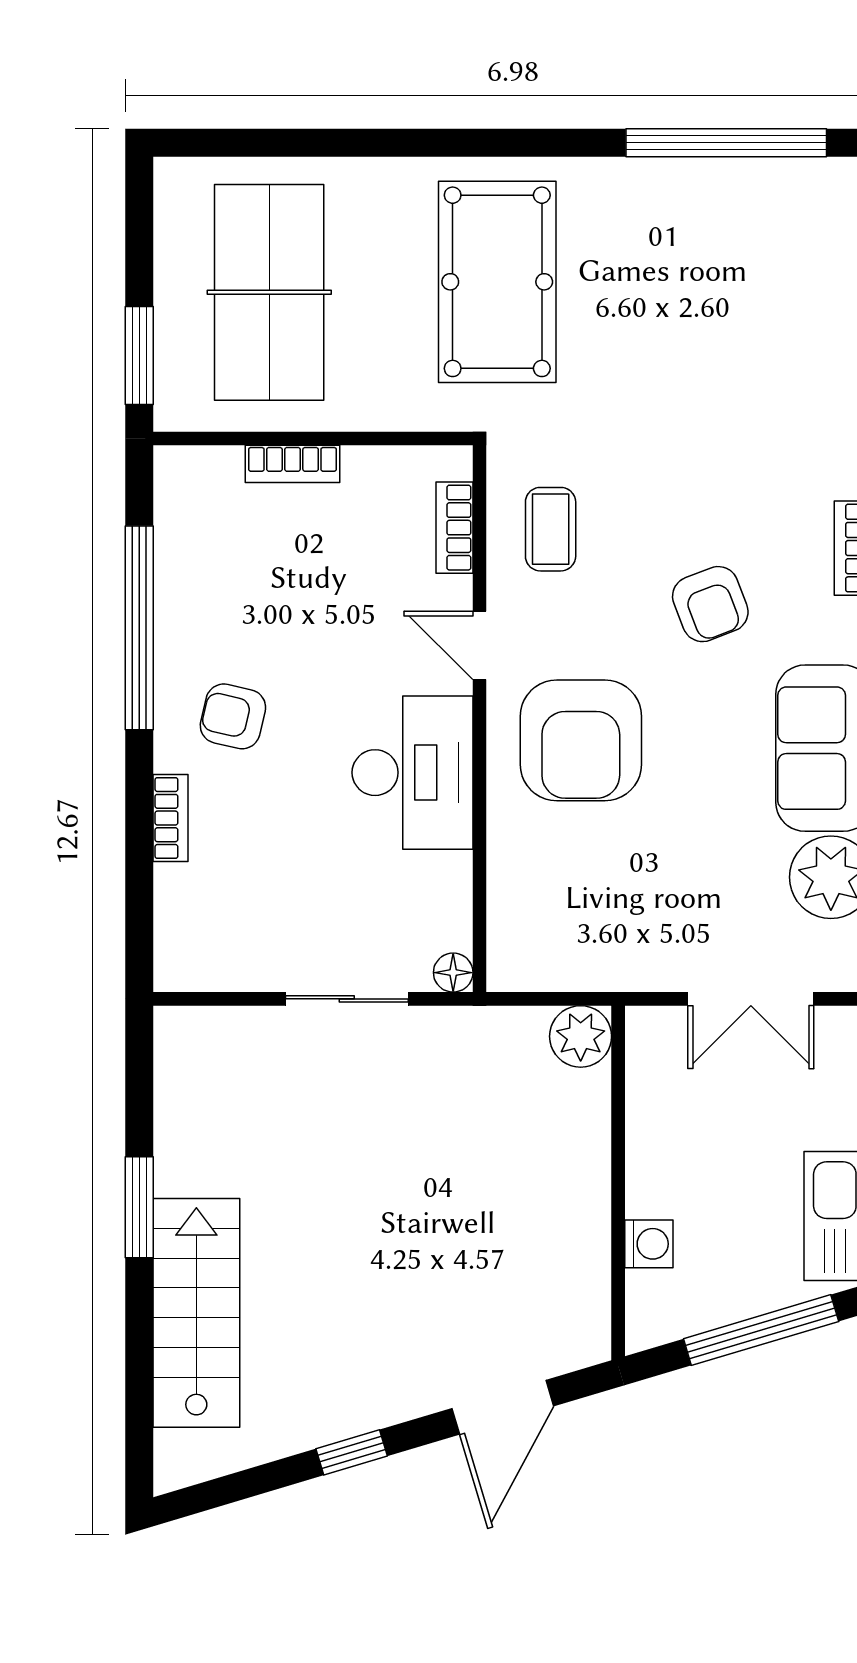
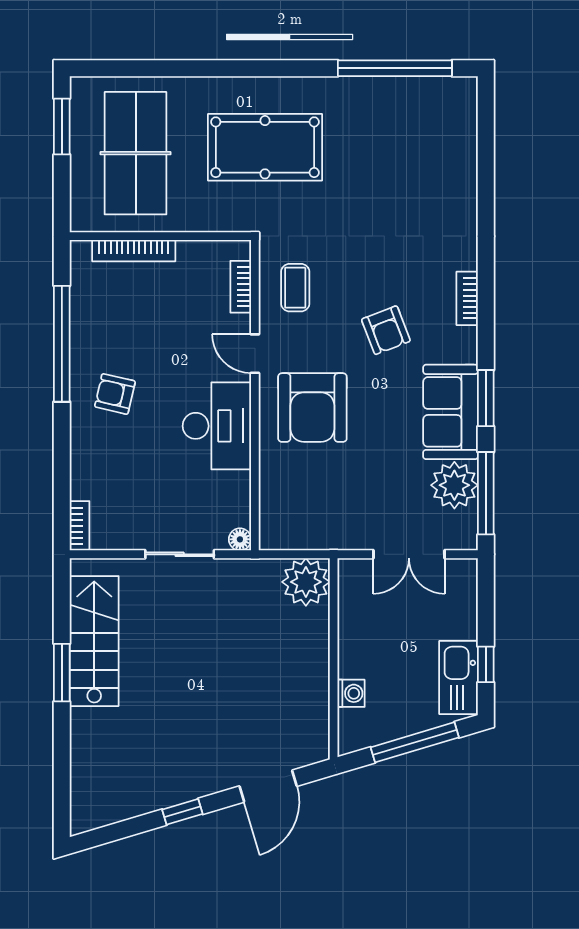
pool table: (497, 282) -> (265, 147), turned 90
window: (139, 355) -> (62, 127), moved
bookcase: (293, 464) -> (134, 251), width x1.56
bookcase: (171, 818) -> (80, 526), moved
plant: (581, 1036) -> (306, 582), width x1.36, depth x1.36
stairs: (196, 1313) -> (94, 641), moved

